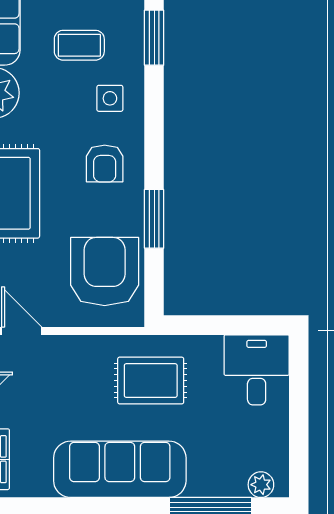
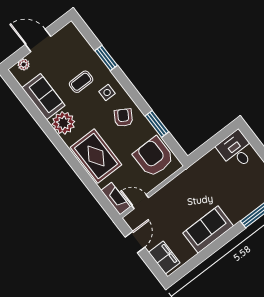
armchair: (105, 164) -> (123, 118), turned -149
rug: (151, 381) -> (201, 184), removed
sofa: (120, 469) -> (208, 229), width x0.73

